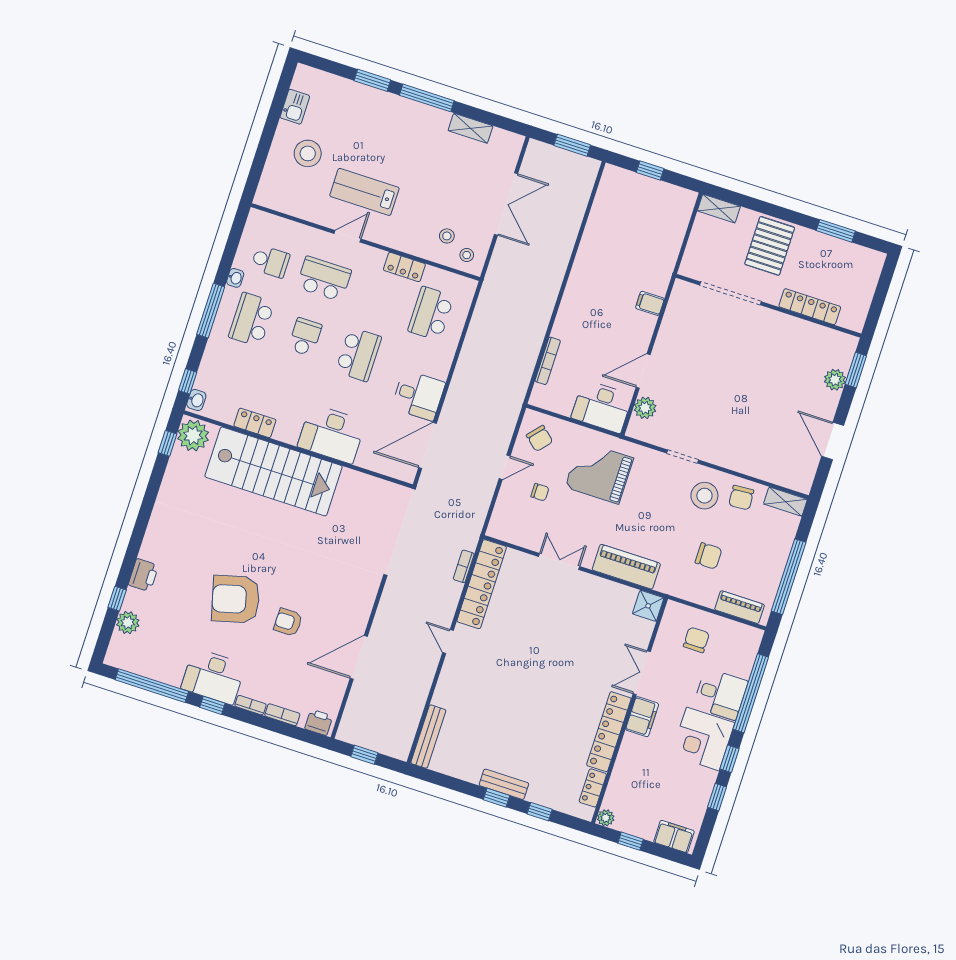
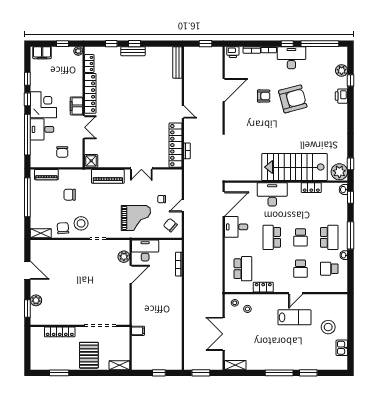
shelving: (470, 128) -> (235, 365), moved
school desk: (324, 279) -> (300, 269), width x0.54
filing cabinet: (650, 303) -> (138, 331), moved

